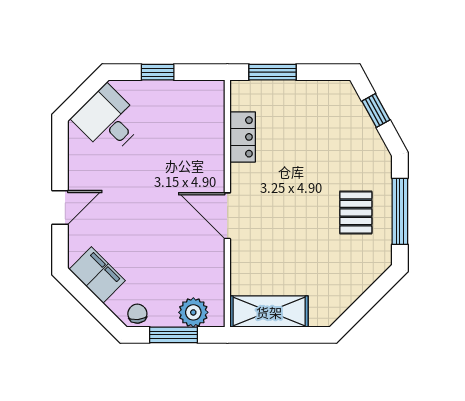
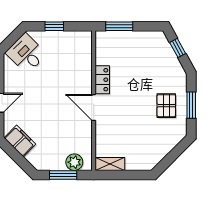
locker: (243, 137) -> (102, 80), moved
window: (400, 211) -> (191, 105), width x0.69
shelving: (269, 312) -> (110, 164), width x0.67, depth x0.75
chair: (137, 314) -> (43, 163), removed

